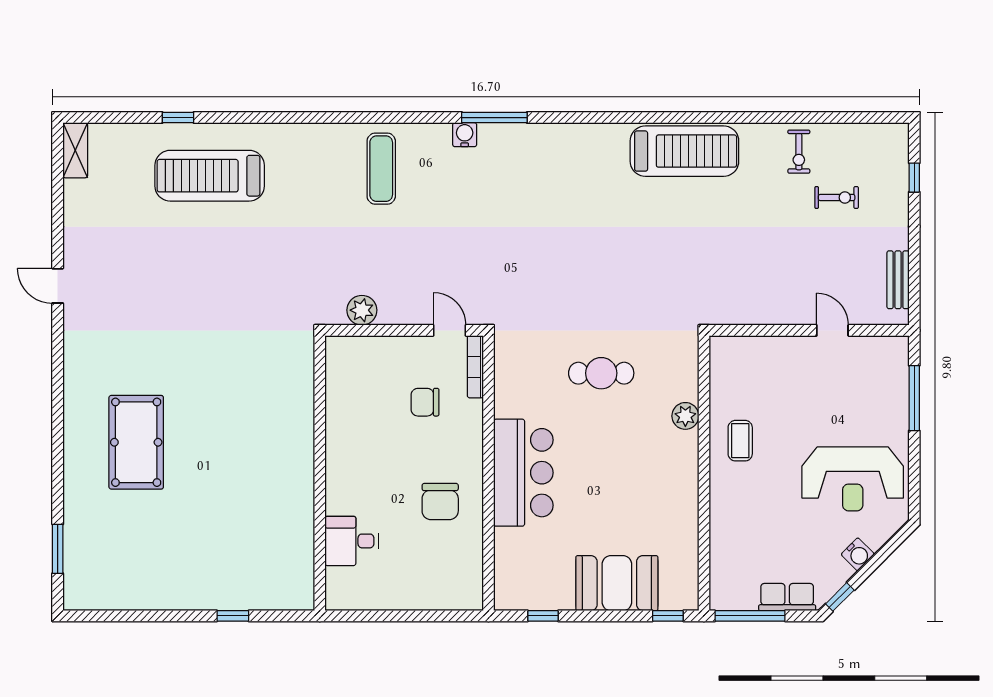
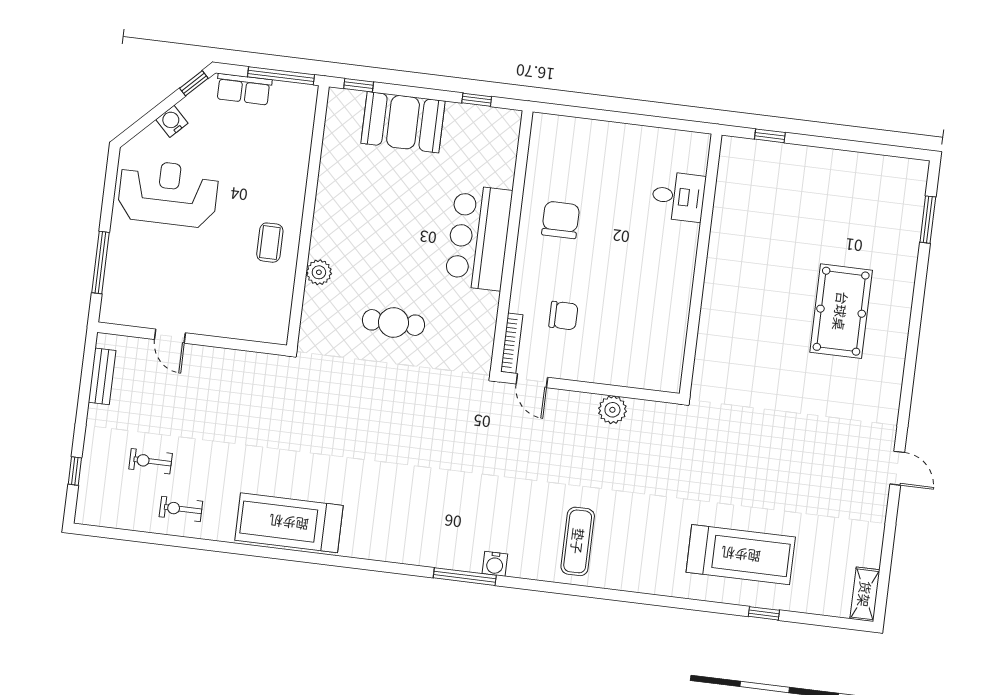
exercise bike: (799, 152) -> (181, 509), turned -90
wall: (320, 473) -> (701, 264), moved
desk: (352, 541) -> (678, 197), moved

